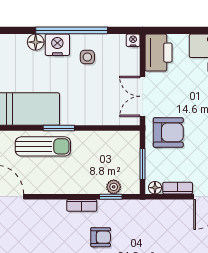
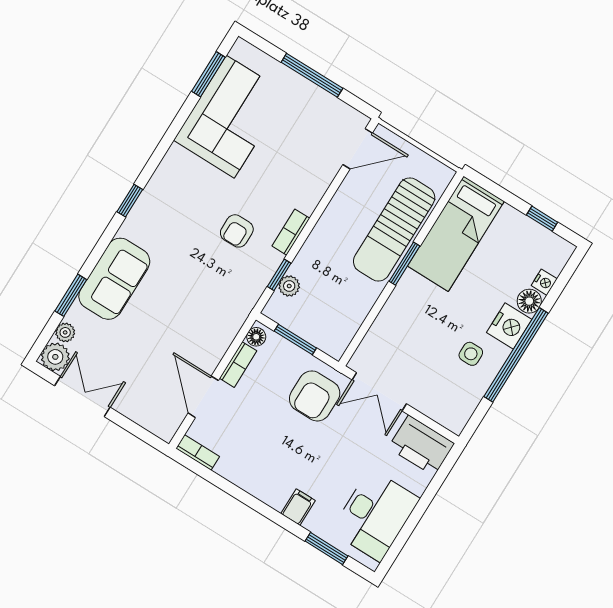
nightstand: (133, 40) -> (544, 282), moved
double door: (142, 96) -> (379, 392), swing flipped
sun lounger: (43, 146) -> (394, 230), width x1.36, depth x1.34

